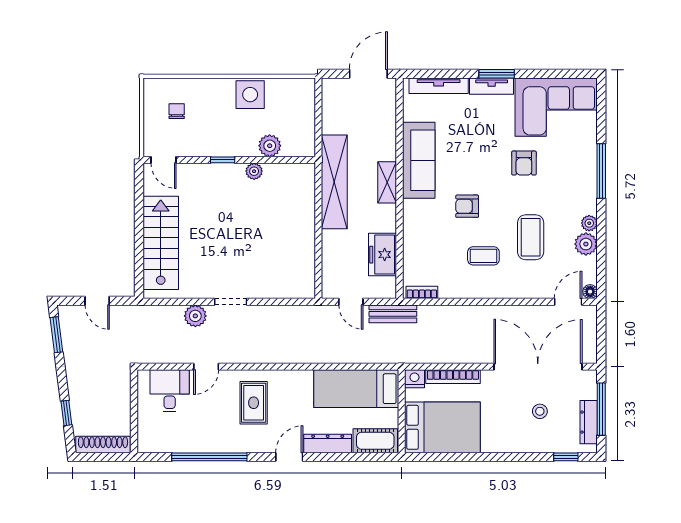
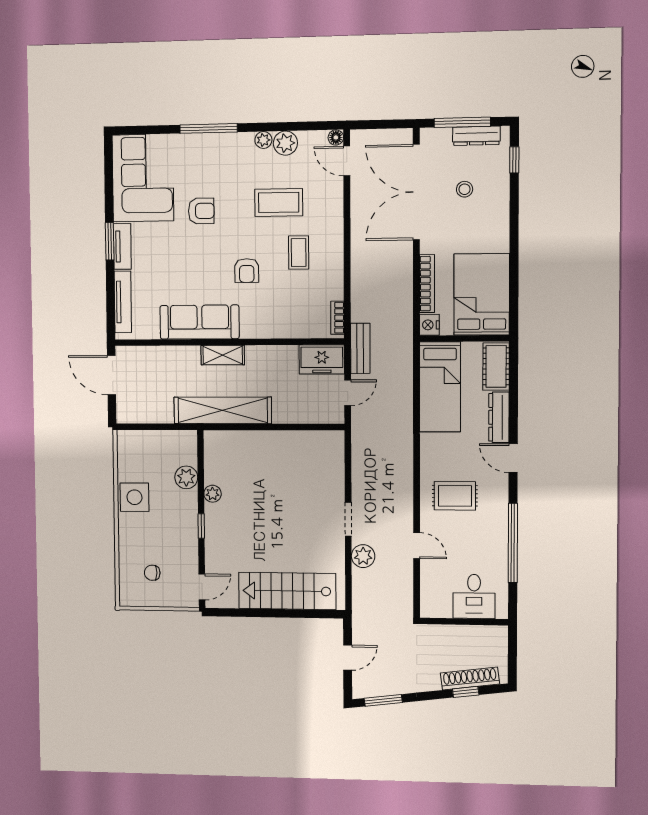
freezer: (383, 255) -> (322, 359), moved
desk: (170, 391) -> (474, 596), moved, turned -90
shoe rack: (103, 444) -> (470, 678), moved, turned 83

